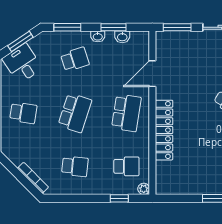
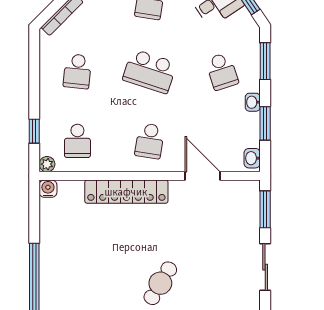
washbasin: (122, 37) -> (252, 158), moved
school desk: (126, 113) -> (150, 141), width x0.54
water cooler: (162, 188) -> (48, 189), added

